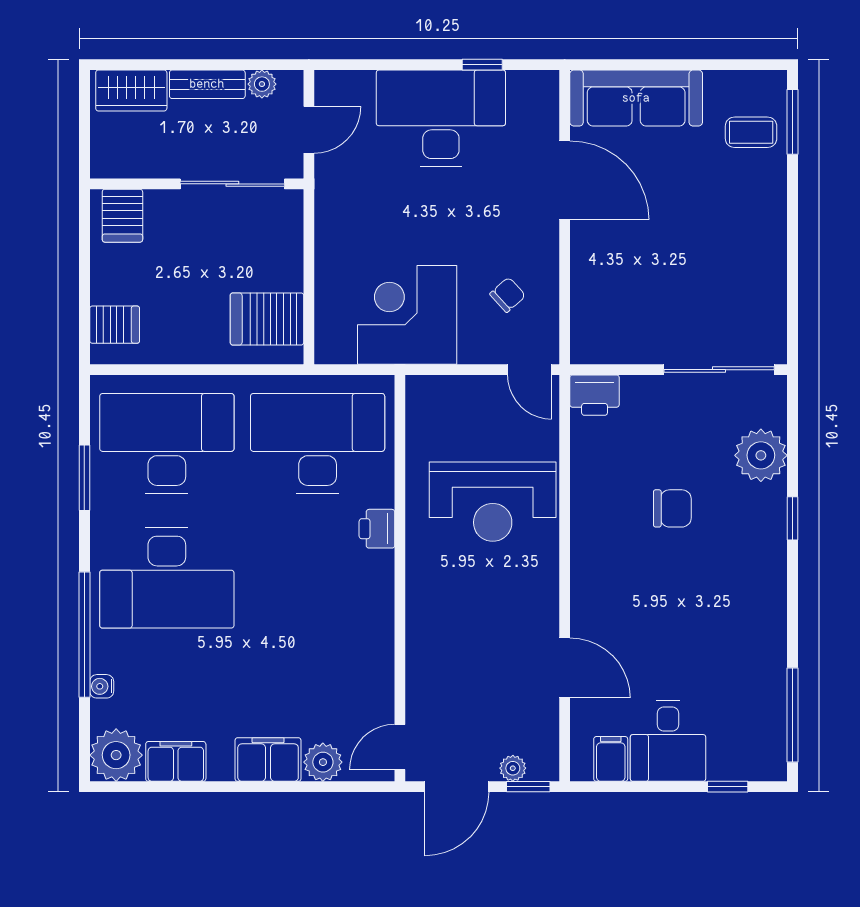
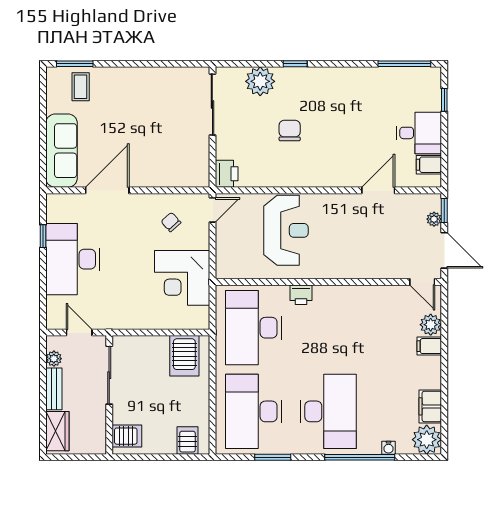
filing cabinet: (268, 760) -> (429, 346), width x0.50

